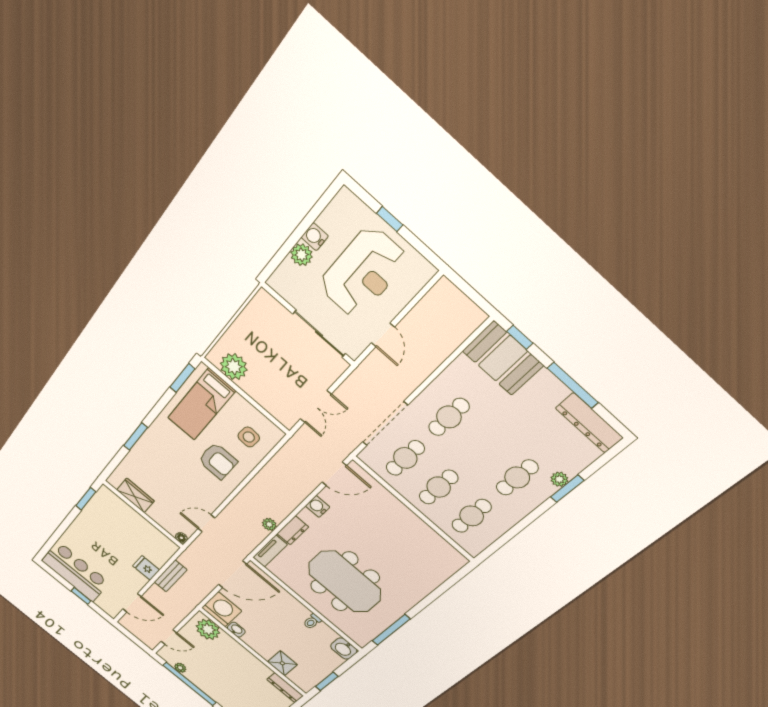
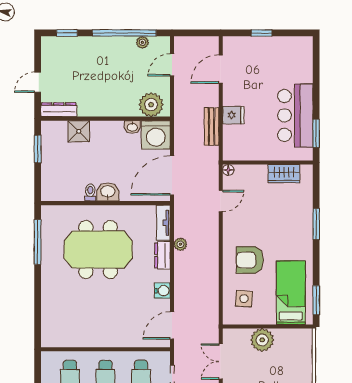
plant: (234, 367) -> (262, 340), moved
bar counter: (76, 572) -> (295, 115), moved, turned 90
washbasin: (344, 649) -> (108, 192), moved

